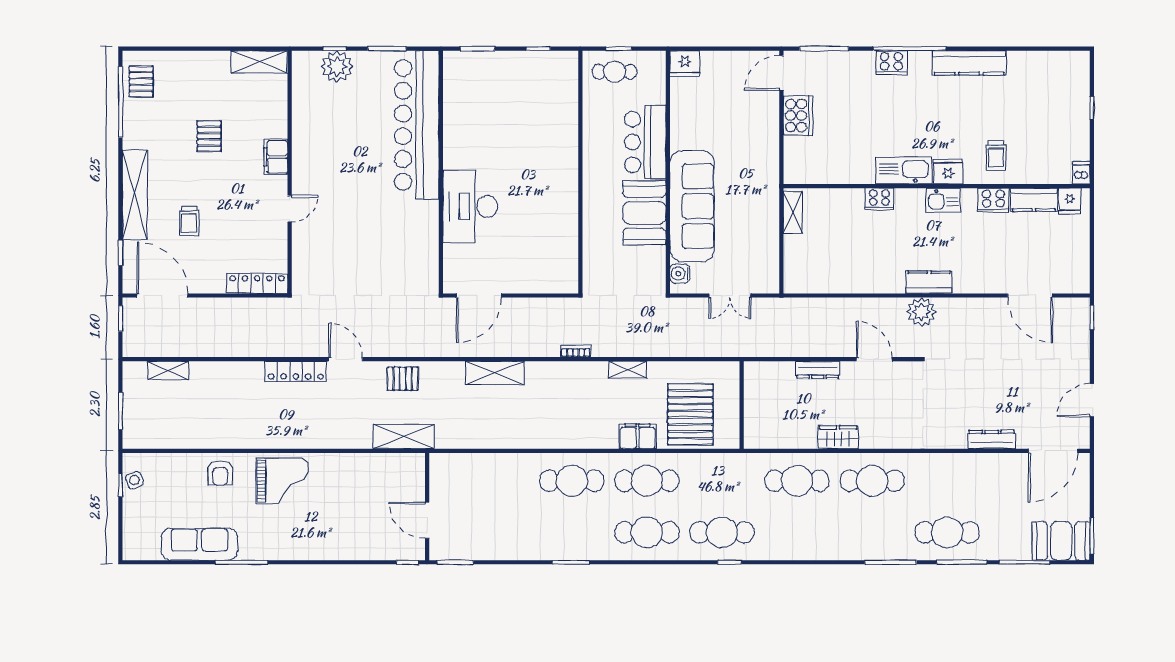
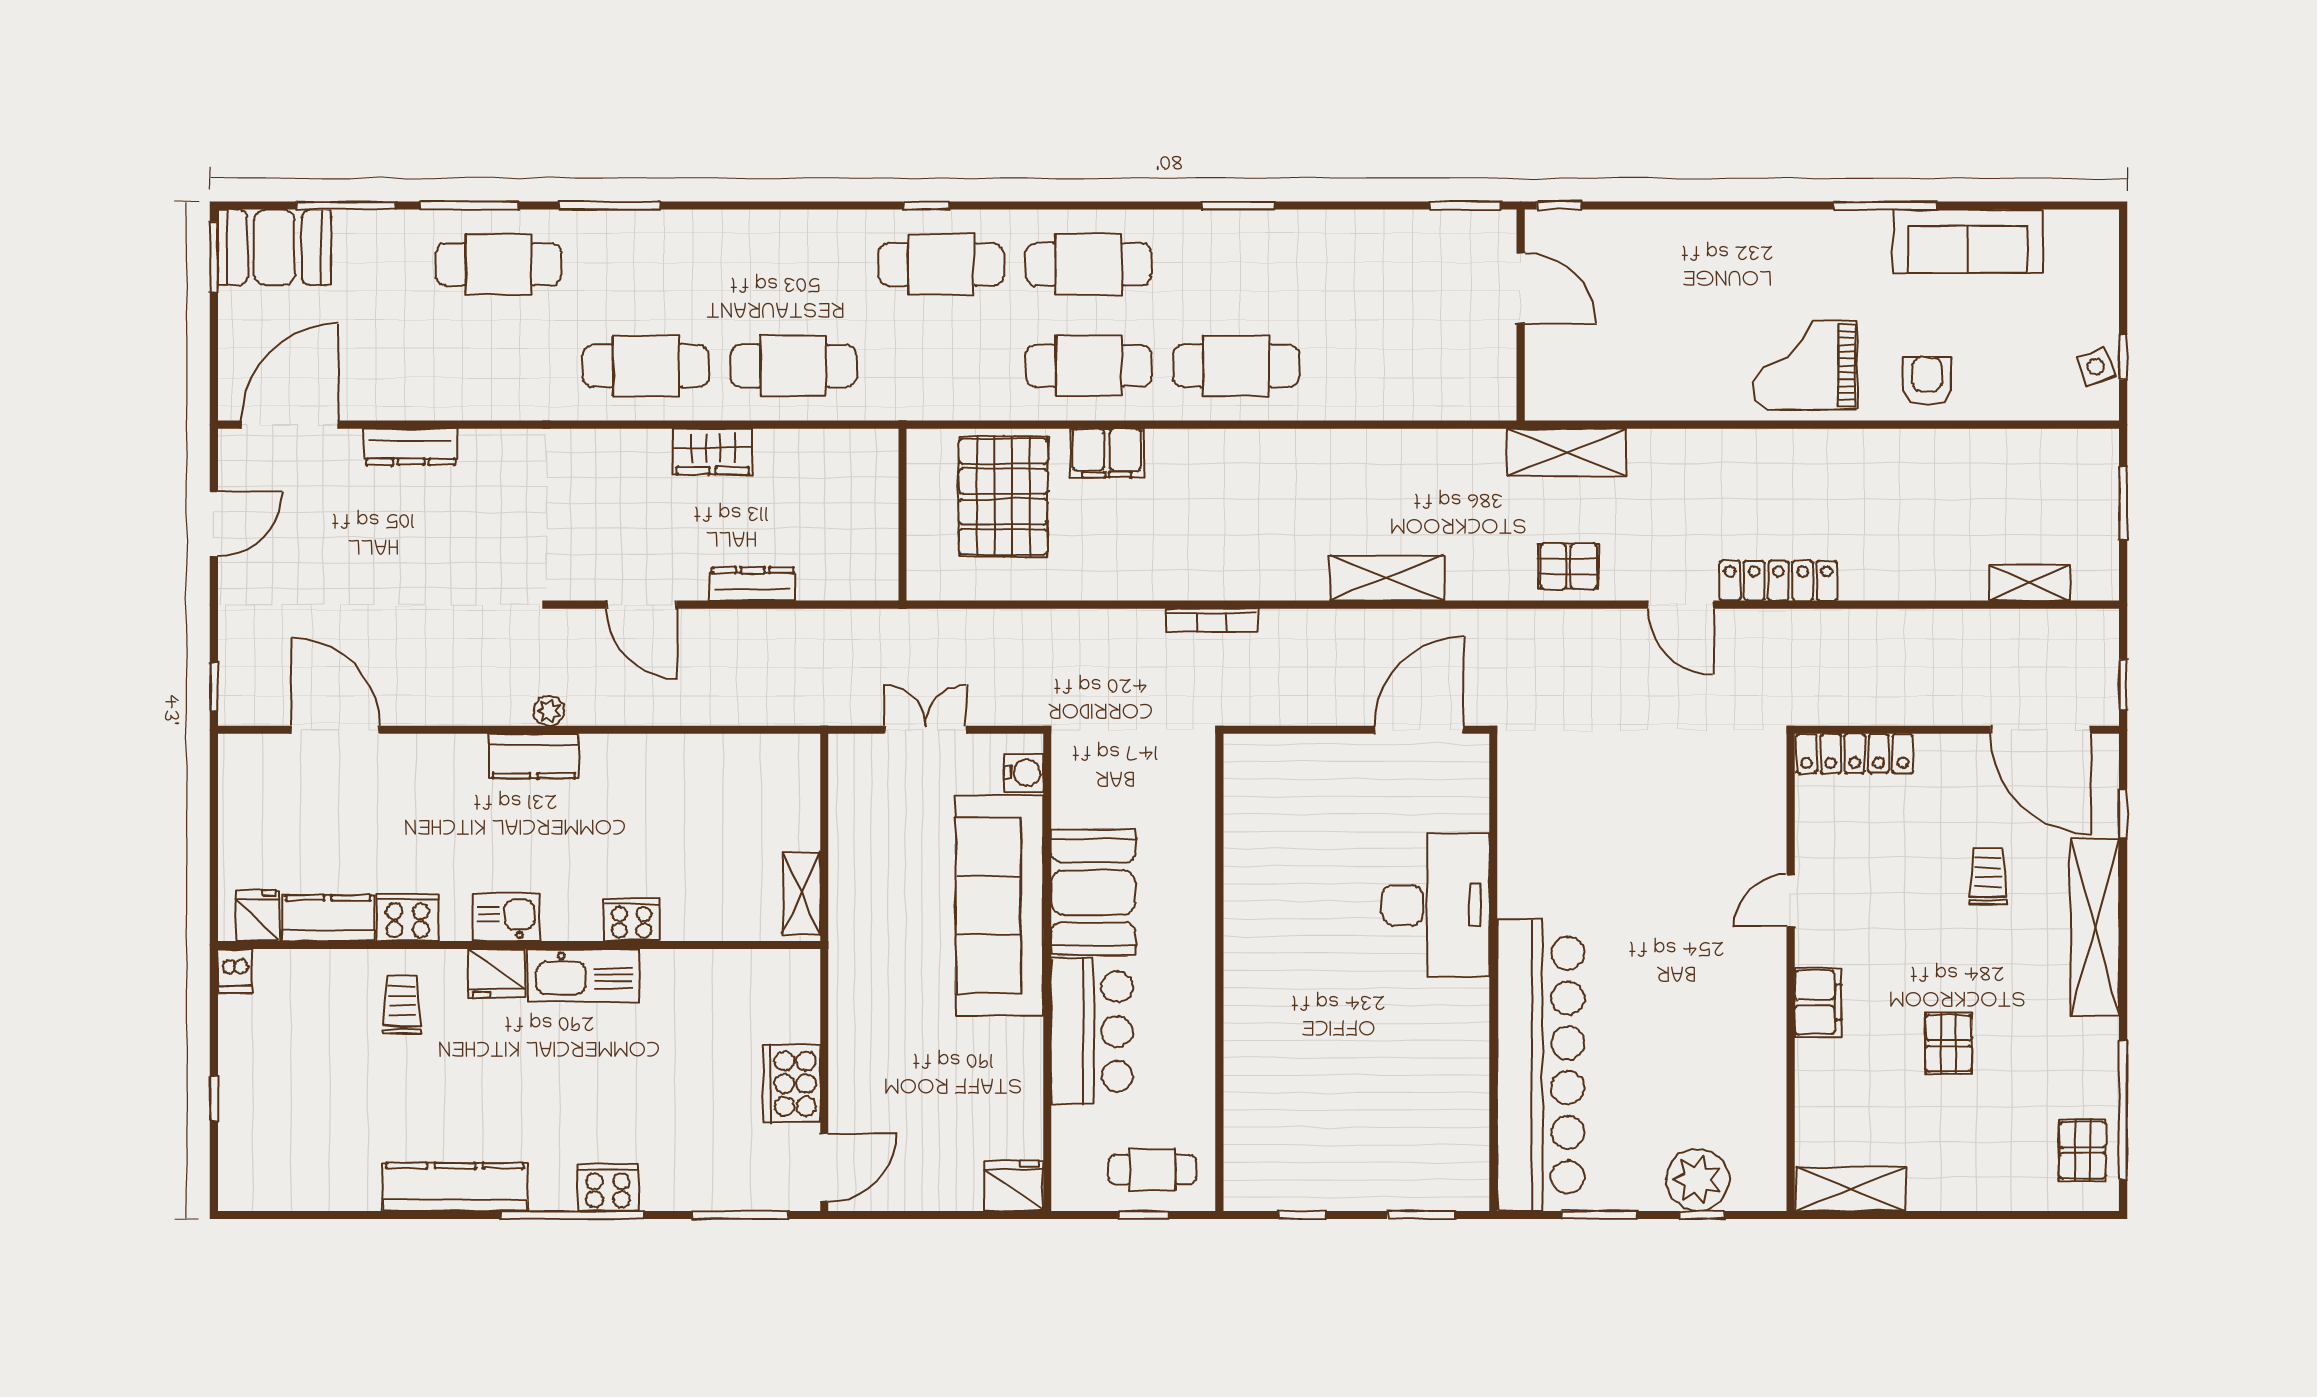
plant: (921, 312) -> (549, 711), width x0.53, depth x0.53
bookcase: (576, 351) -> (1212, 620), width x1.56
shelving: (628, 370) -> (1126, 584), removed

